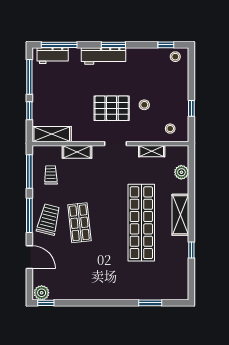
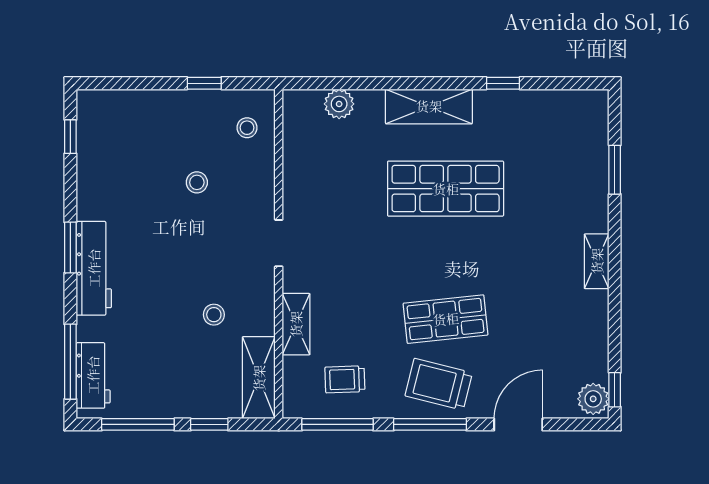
stool: (175, 57) -> (214, 315), moved
pallet: (112, 108) -> (204, 251), removed
shelving: (152, 151) -> (597, 261), moved
shop shelf: (141, 223) -> (446, 189), width x0.71

